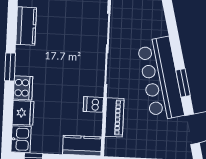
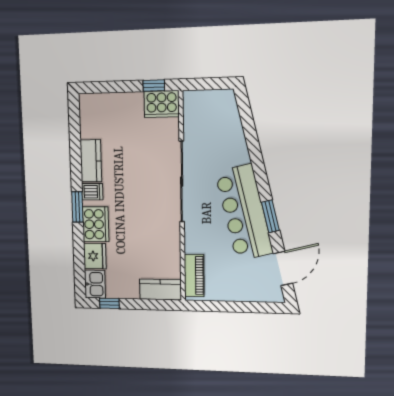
cooker: (23, 88) -> (96, 224), width x1.37, depth x1.31
dishwasher: (93, 104) -> (92, 192), moved, turned 180
piano: (114, 117) -> (194, 275), moved

